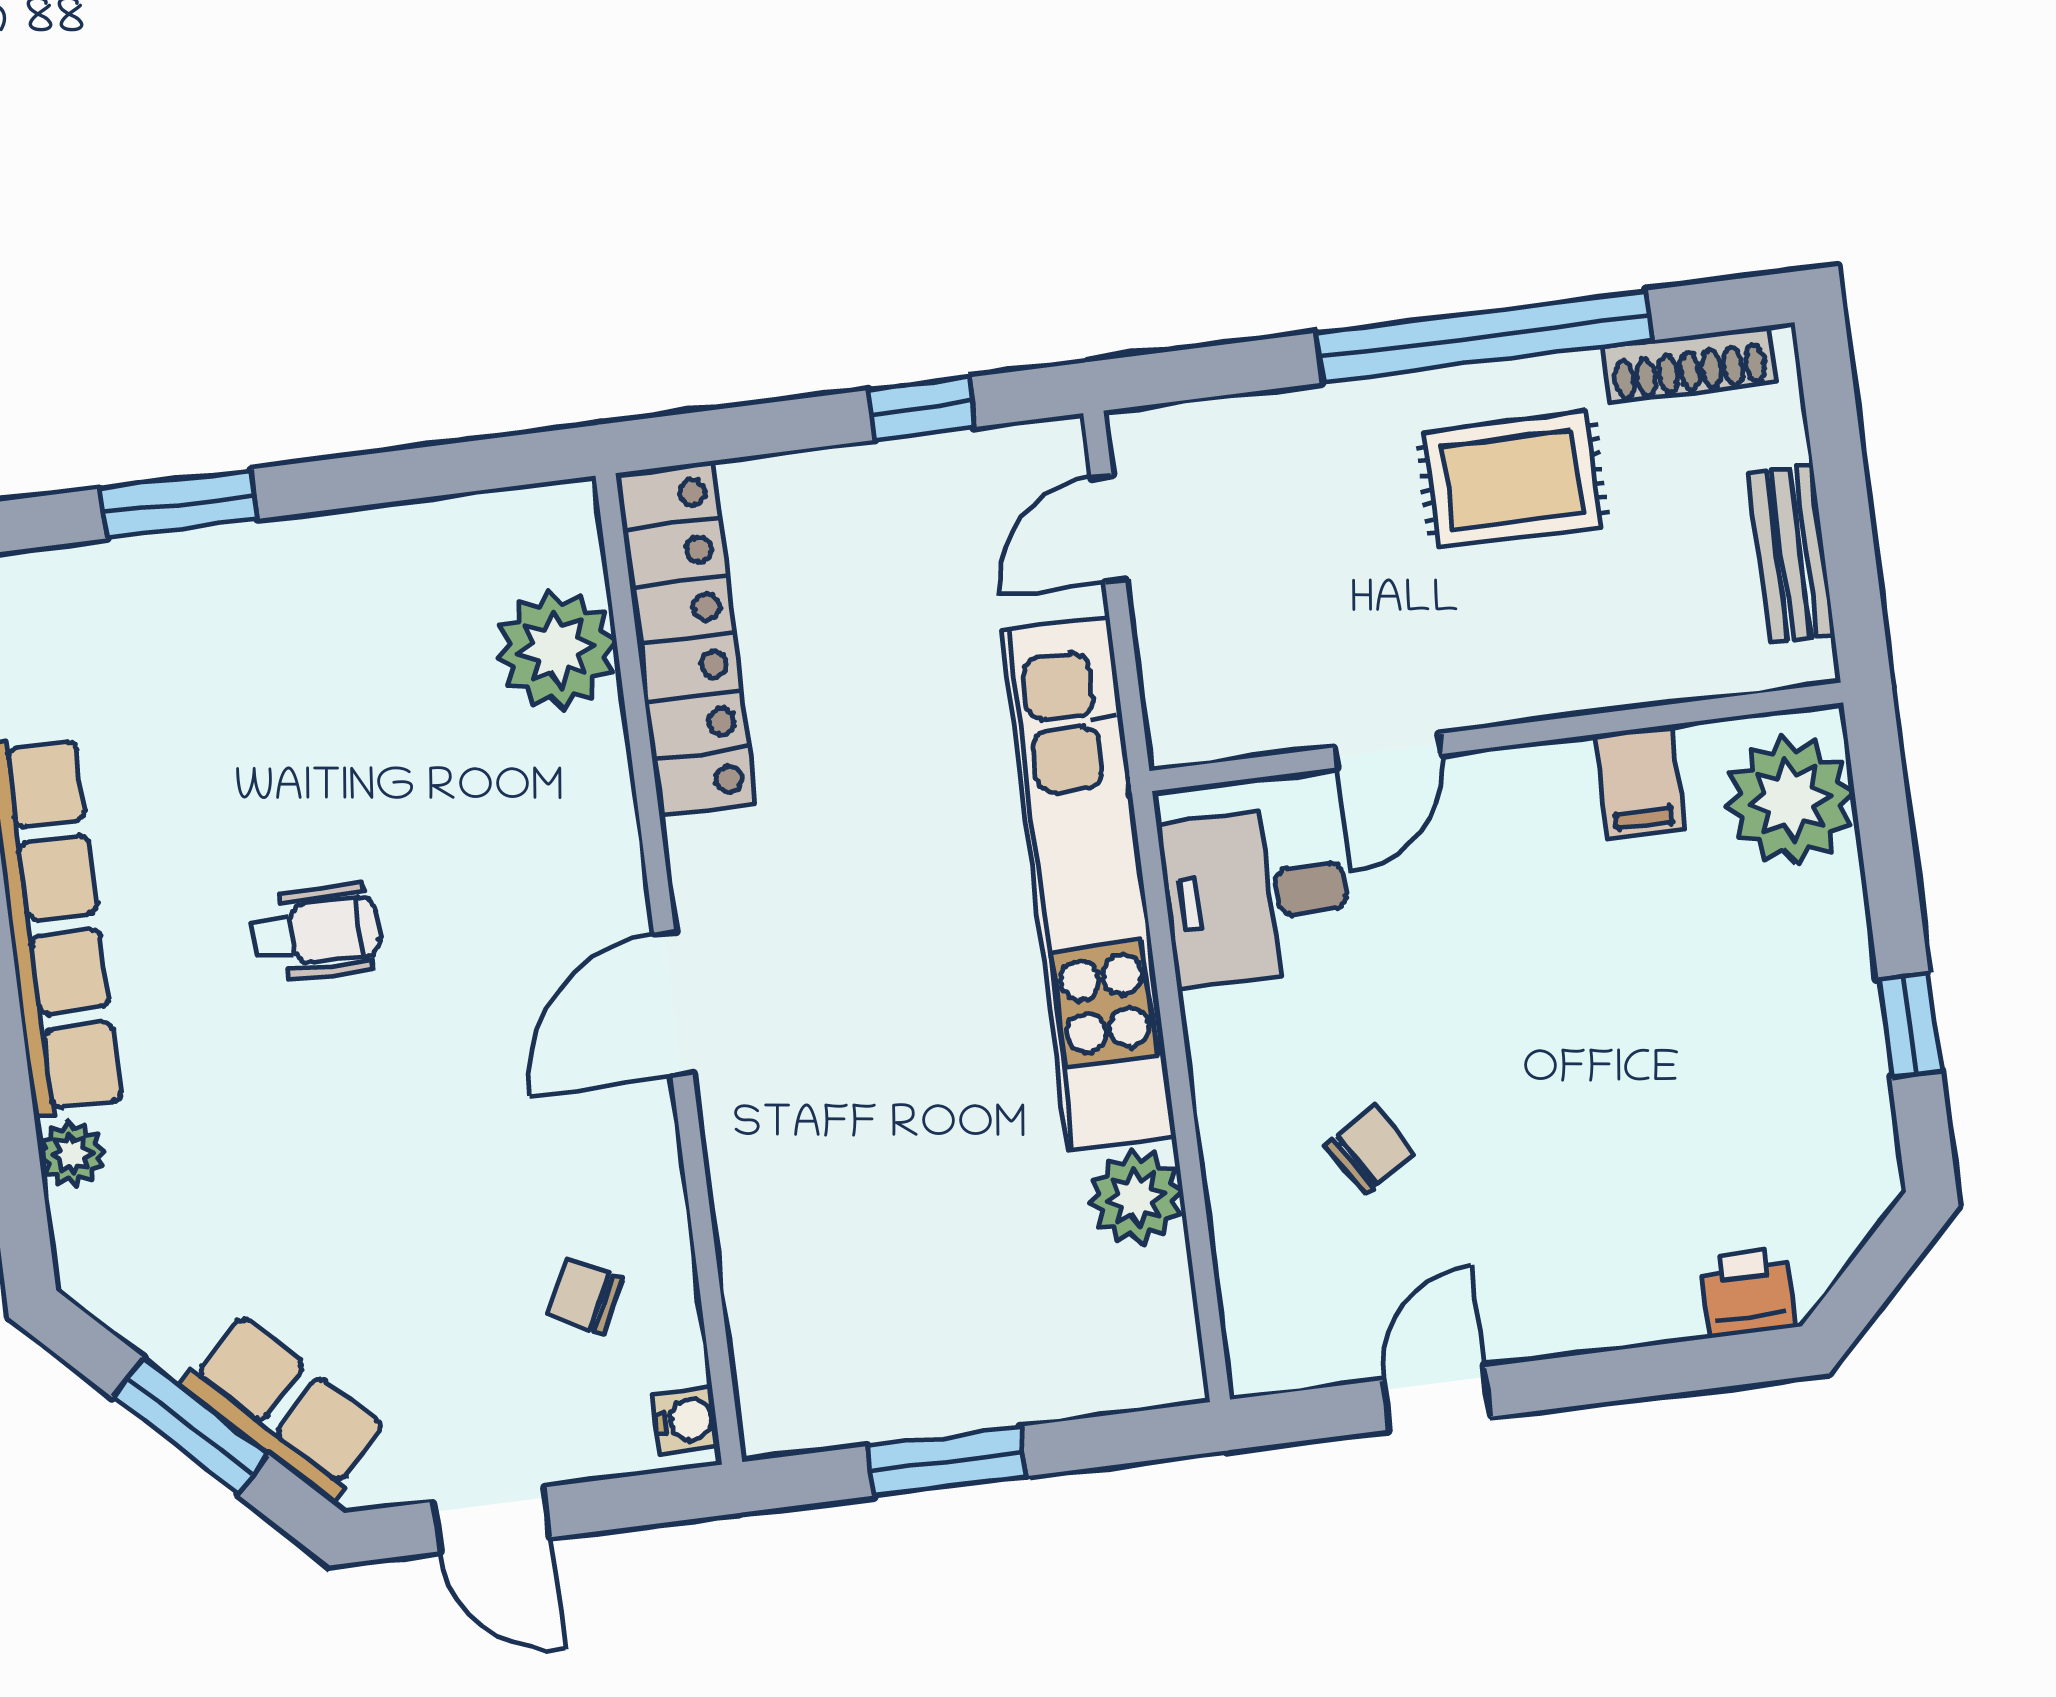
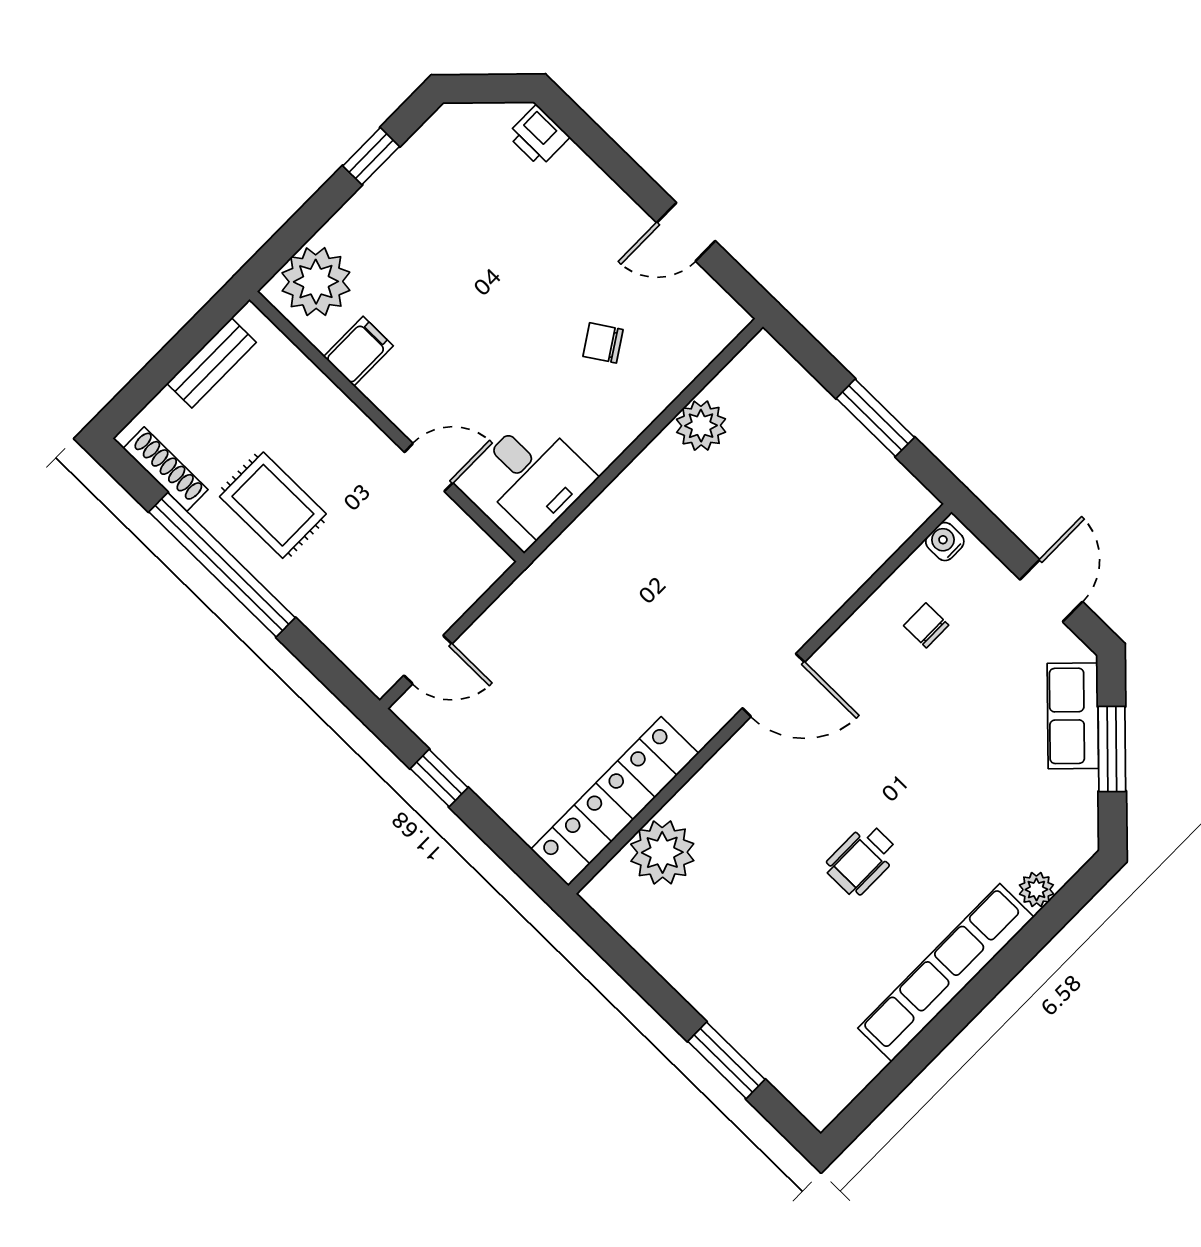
kitchen unit: (1089, 884) -> (584, 550), removed
wheelchair: (316, 932) -> (862, 860), turned -90
chair: (585, 1297) -> (926, 625), turned 153

